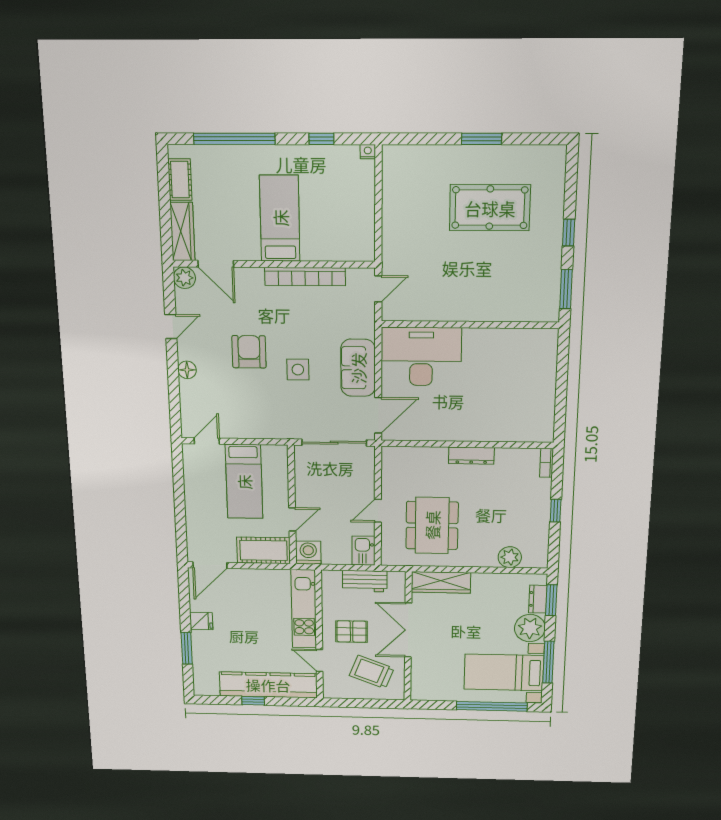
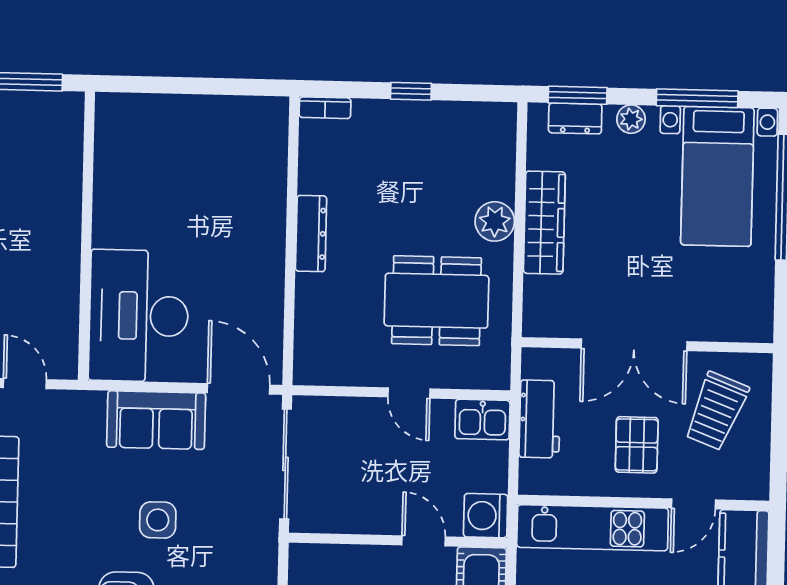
plant: (510, 557) -> (495, 221), moved
wardrobe: (441, 582) -> (544, 223), moved
plant: (530, 628) -> (631, 119), width x0.53, depth x0.53

